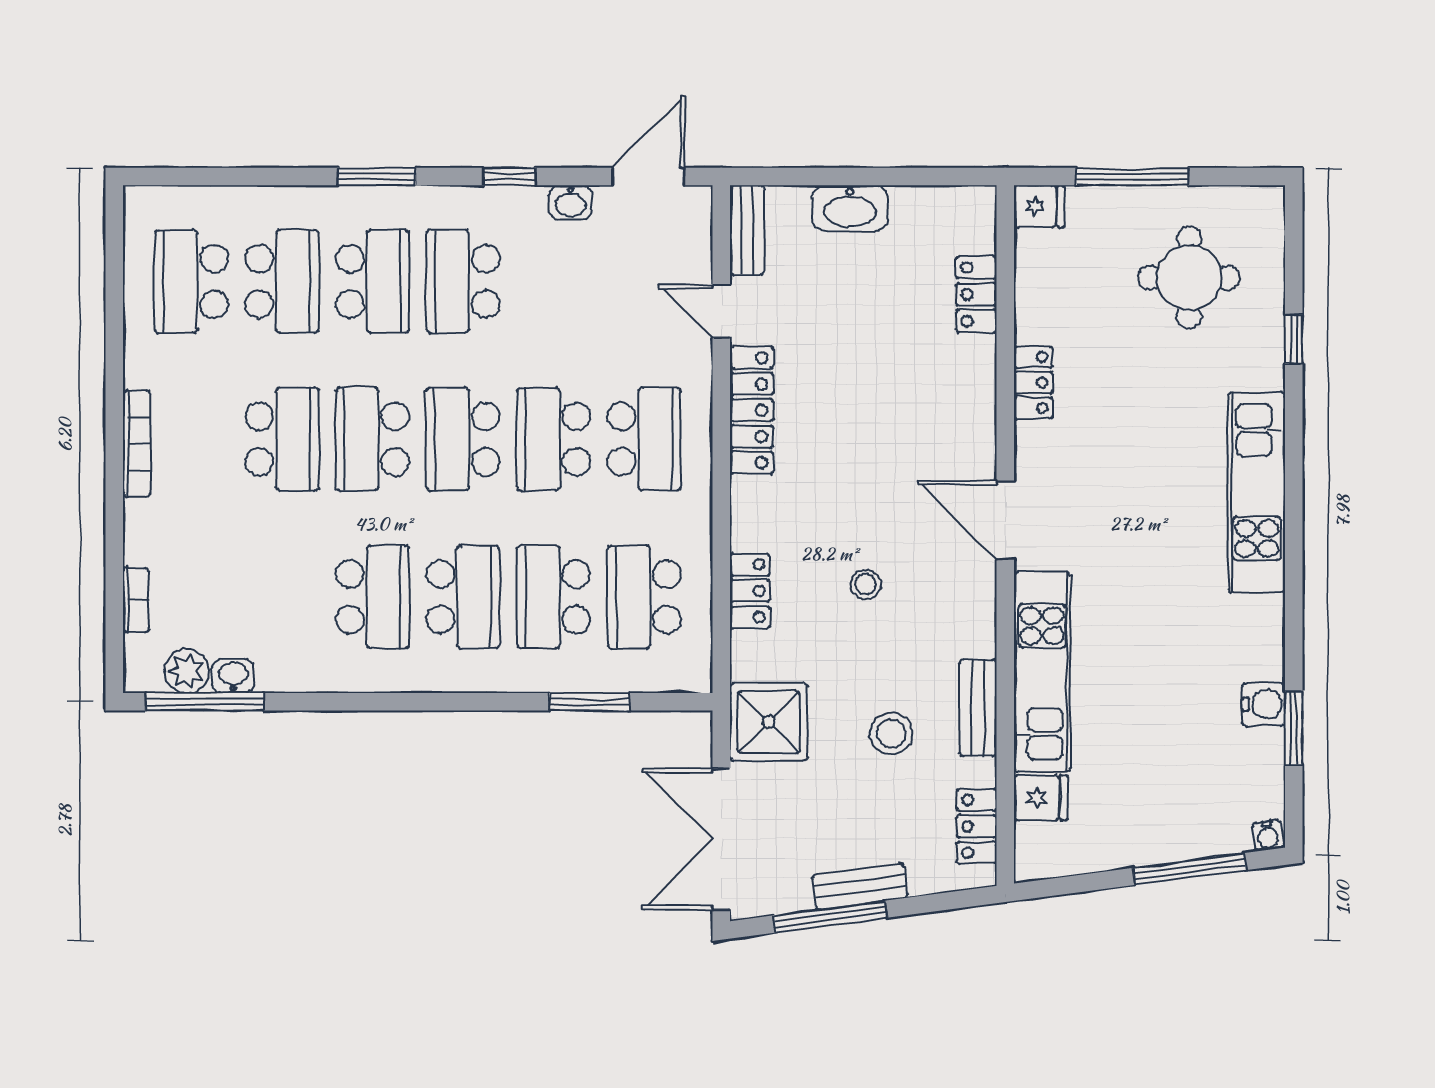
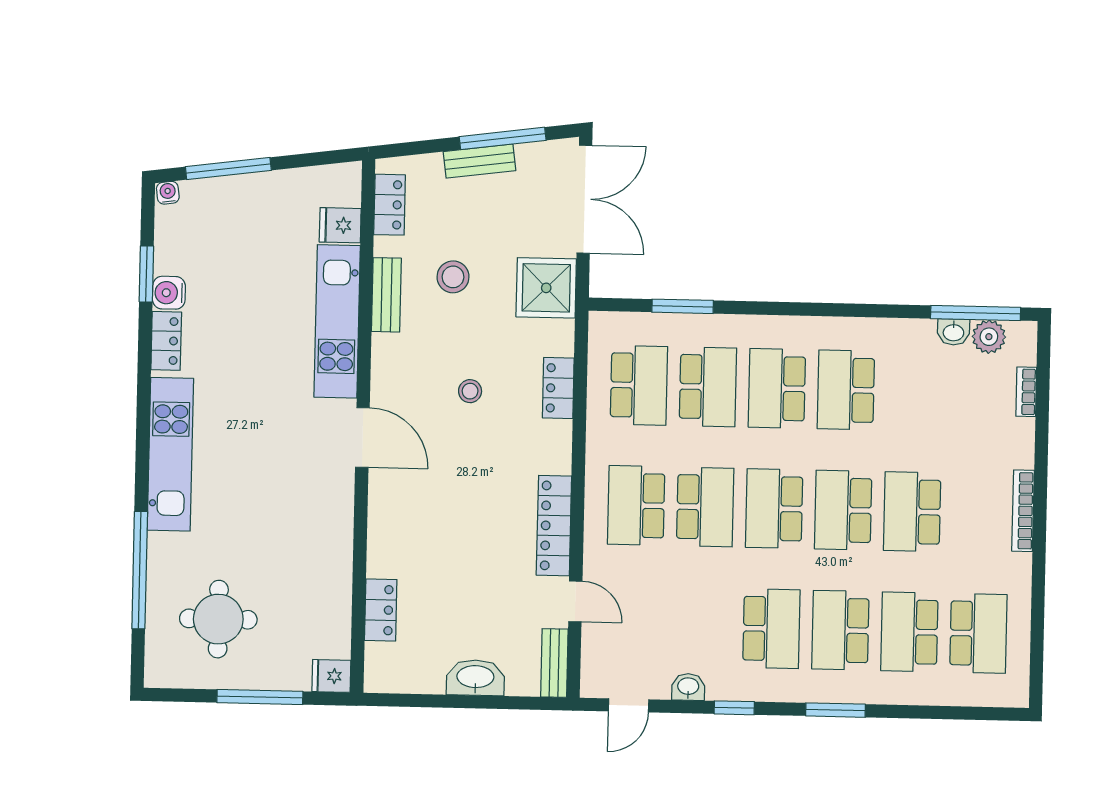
door: (648, 177) -> (629, 705), width x0.73
window: (1294, 339) -> (140, 570), width x3.17
locker: (1033, 383) -> (166, 341), moved, turned 180
school desk: (373, 439) -> (843, 510), turned 180
school desk: (463, 439) -> (774, 509), turned 180

